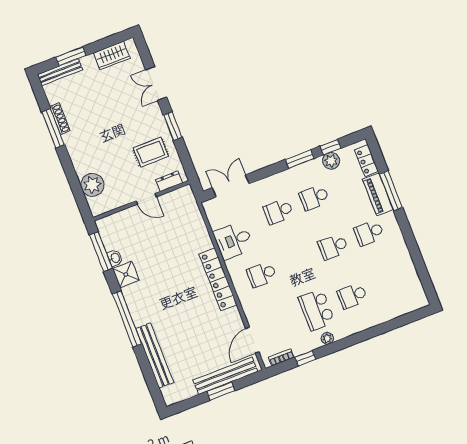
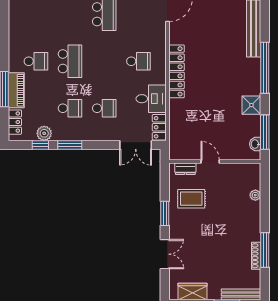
plant: (92, 185) -> (255, 195), width x0.53, depth x0.53
locker: (213, 214) -> (159, 127), added
school desk: (333, 247) -> (70, 61), width x1.85
washbasin: (115, 258) -> (255, 144), moved
school desk: (352, 296) -> (70, 14), removed

